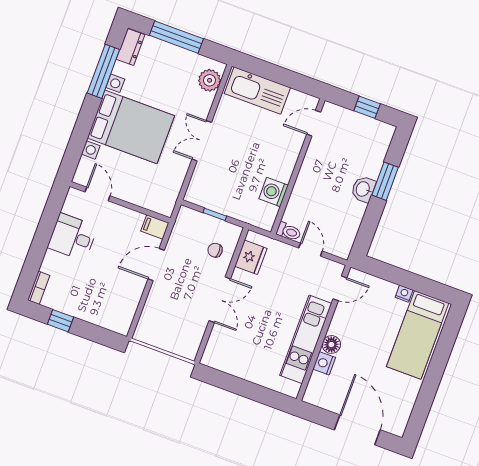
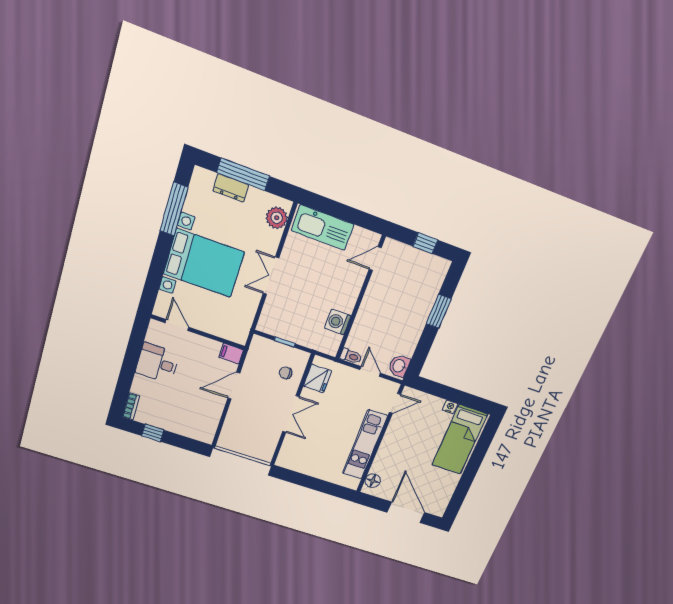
dresser: (131, 47) -> (231, 188), moved, turned 90
washbasin: (363, 189) -> (399, 366), moved
floor lamp: (331, 345) -> (373, 481), moved
nightstand: (324, 363) -> (380, 463), removed

